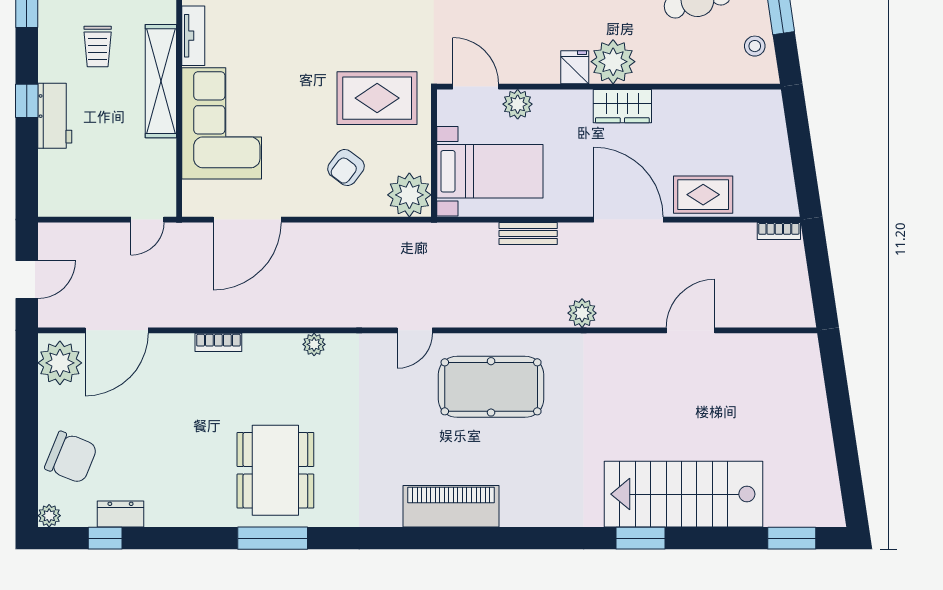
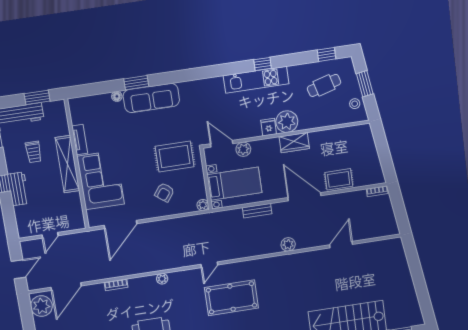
plant: (409, 195) -> (203, 205), width x0.53, depth x0.53
door: (147, 220) -> (50, 235), moved
pool table: (491, 387) -> (231, 298), moved

